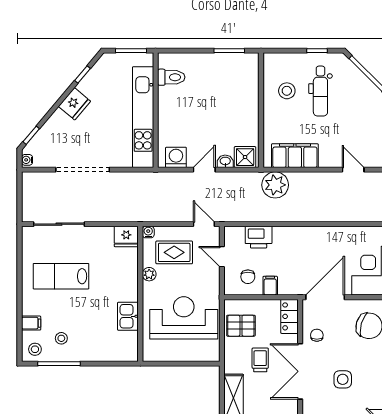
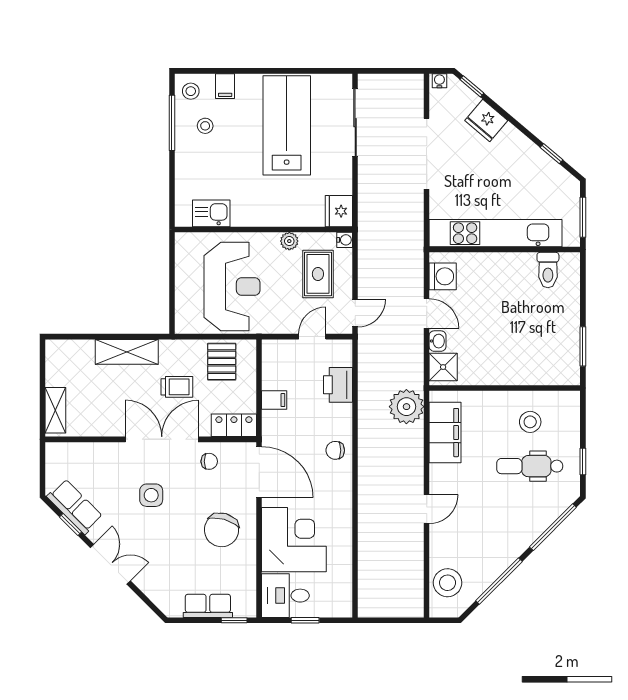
fridge: (74, 104) -> (486, 120), moved
lab bench: (61, 276) -> (287, 125), width x1.36, depth x1.39
chair: (248, 277) -> (335, 450), moved
kitchen sink: (128, 316) -> (211, 213), moved

